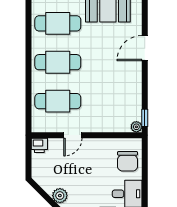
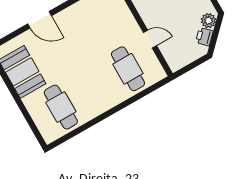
cafe table: (58, 62) -> (94, 88), removed
printer: (39, 145) -> (204, 37), moved, turned -135

